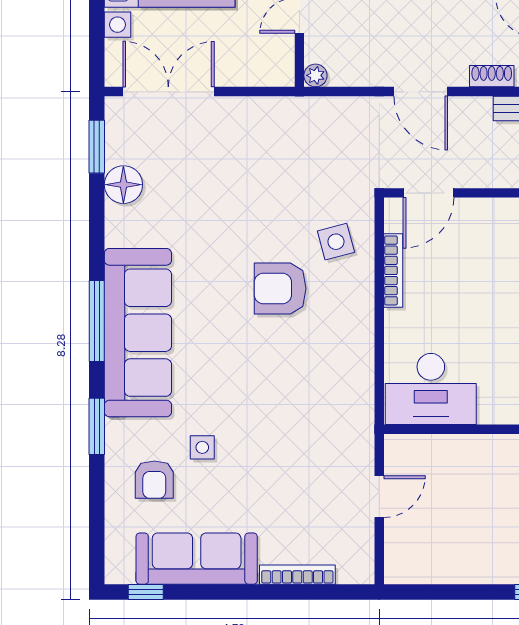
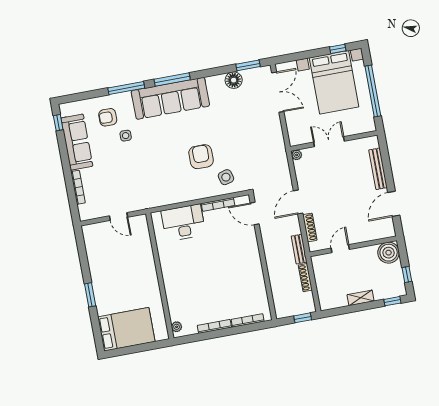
shoe rack: (492, 76) -> (310, 227), width x1.43
desk: (431, 389) -> (183, 223), moved, turned 90
window: (97, 426) -> (126, 88), width x1.44

